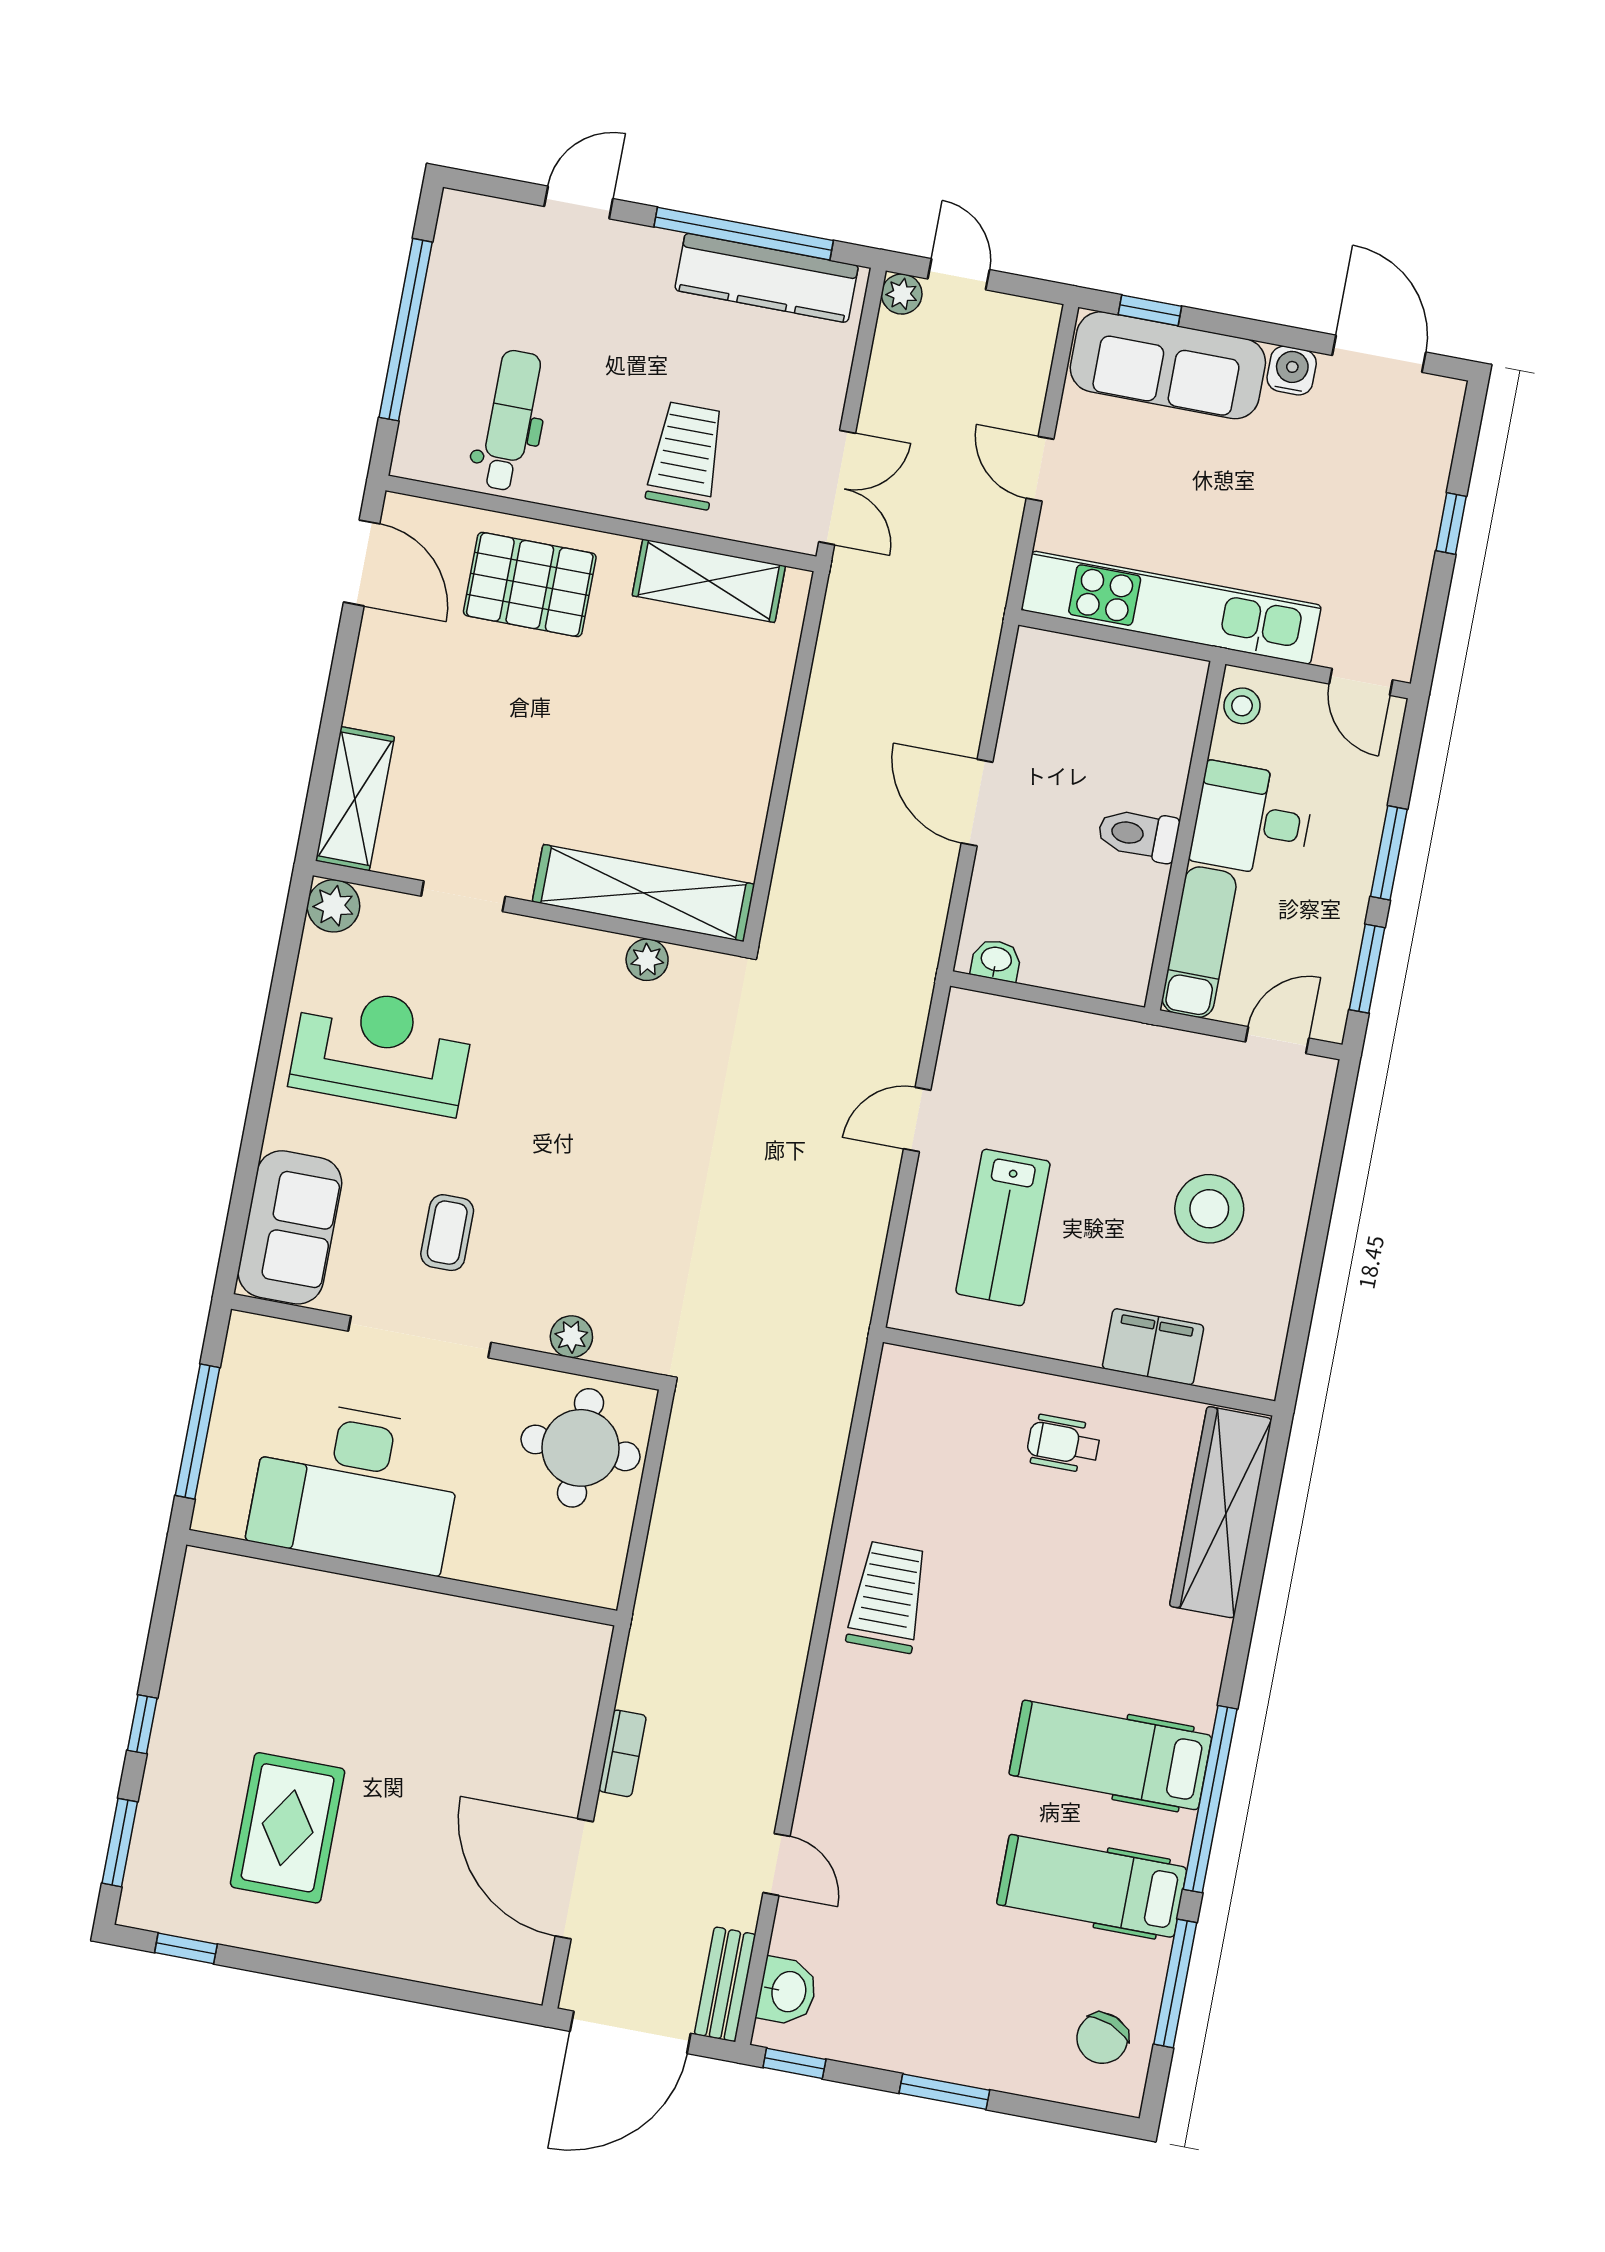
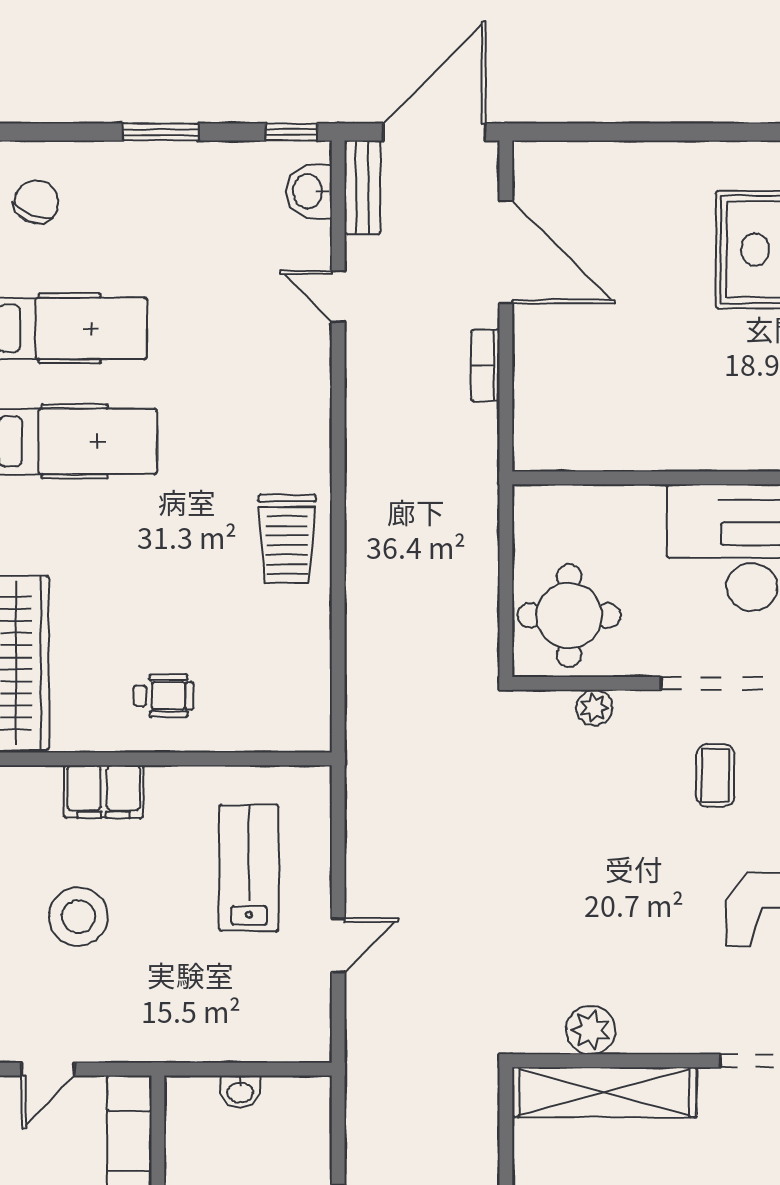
plant: (647, 960) -> (591, 1030), width x1.38, depth x1.38
washbasin: (996, 960) -> (240, 1092), moved

